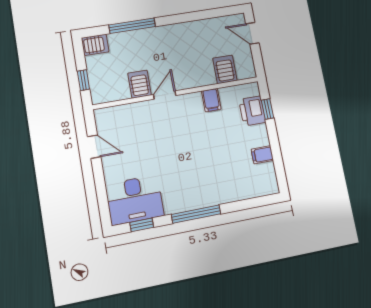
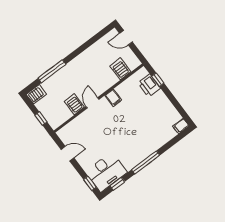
filing cabinet: (211, 100) -> (113, 98), moved
filing cabinet: (262, 155) -> (181, 126), moved
window: (103, 205) -> (90, 183), added

